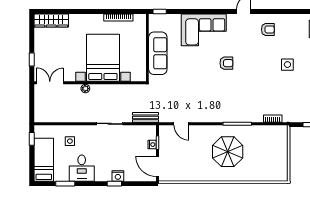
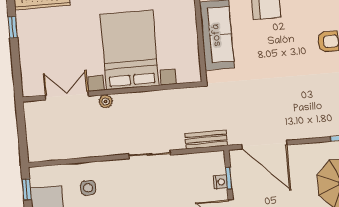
window: (32, 60) -> (13, 27), moved
double door: (50, 83) -> (67, 96), moved
door: (181, 124) -> (264, 145), width x1.87

